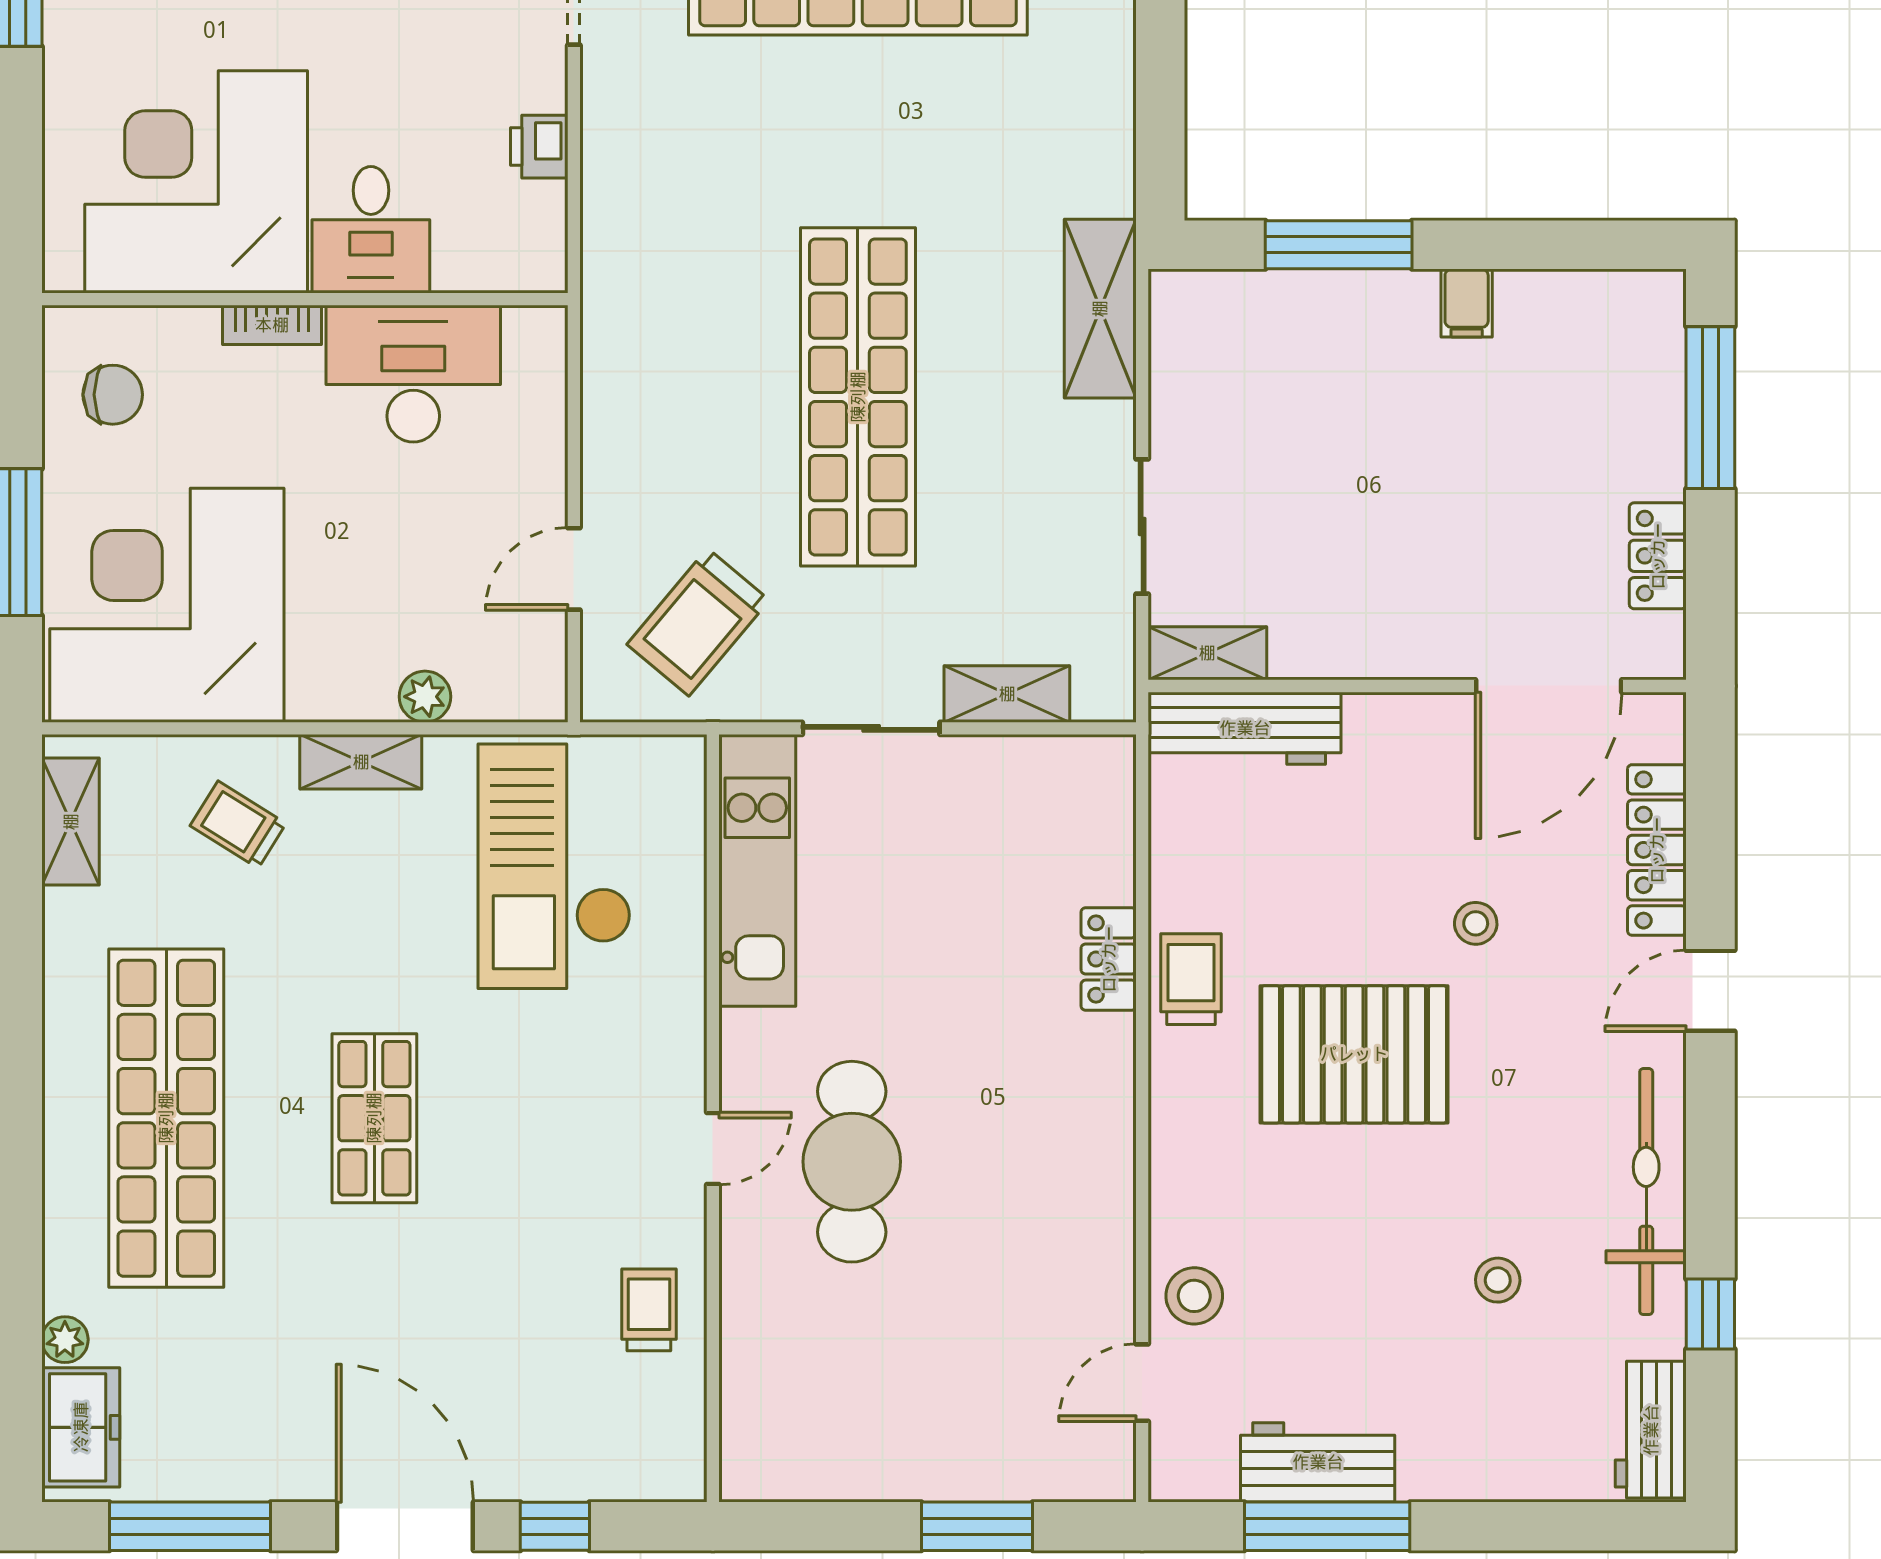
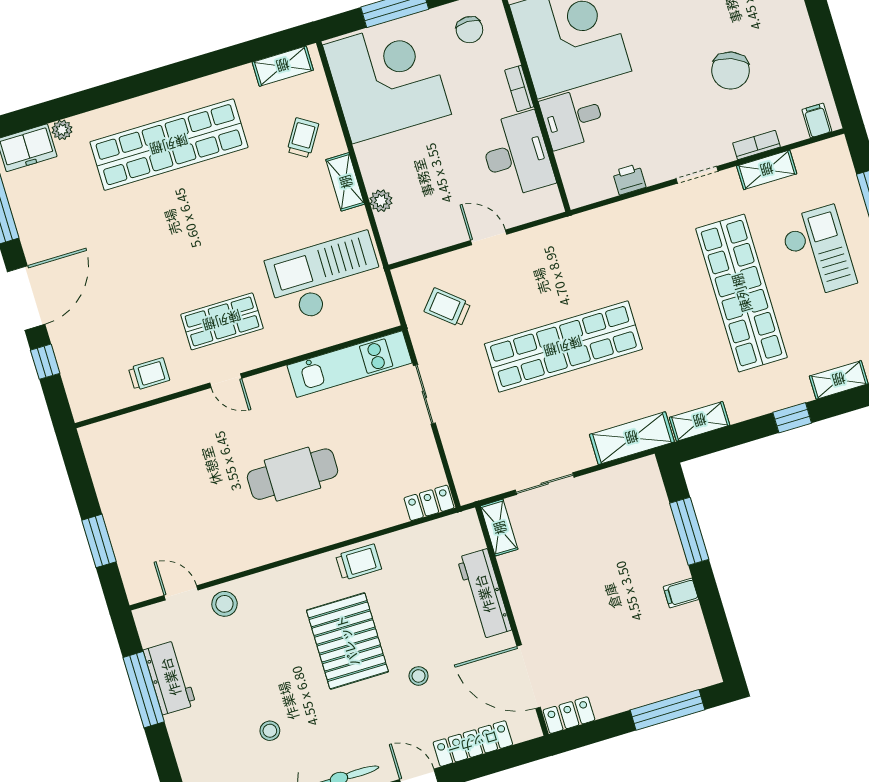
locker: (1658, 556) -> (569, 715), moved
door: (574, 569) -> (489, 237), moved
trolley: (698, 622) -> (447, 307), width x0.73, depth x0.72
shelving: (1007, 694) -> (700, 421), moved, turned 90
workbench: (1245, 728) -> (484, 594), moved
locker: (1109, 959) -> (429, 503), moved
shop shelf: (374, 1118) -> (222, 321), moved
cafe table: (852, 1162) -> (292, 474), moved

